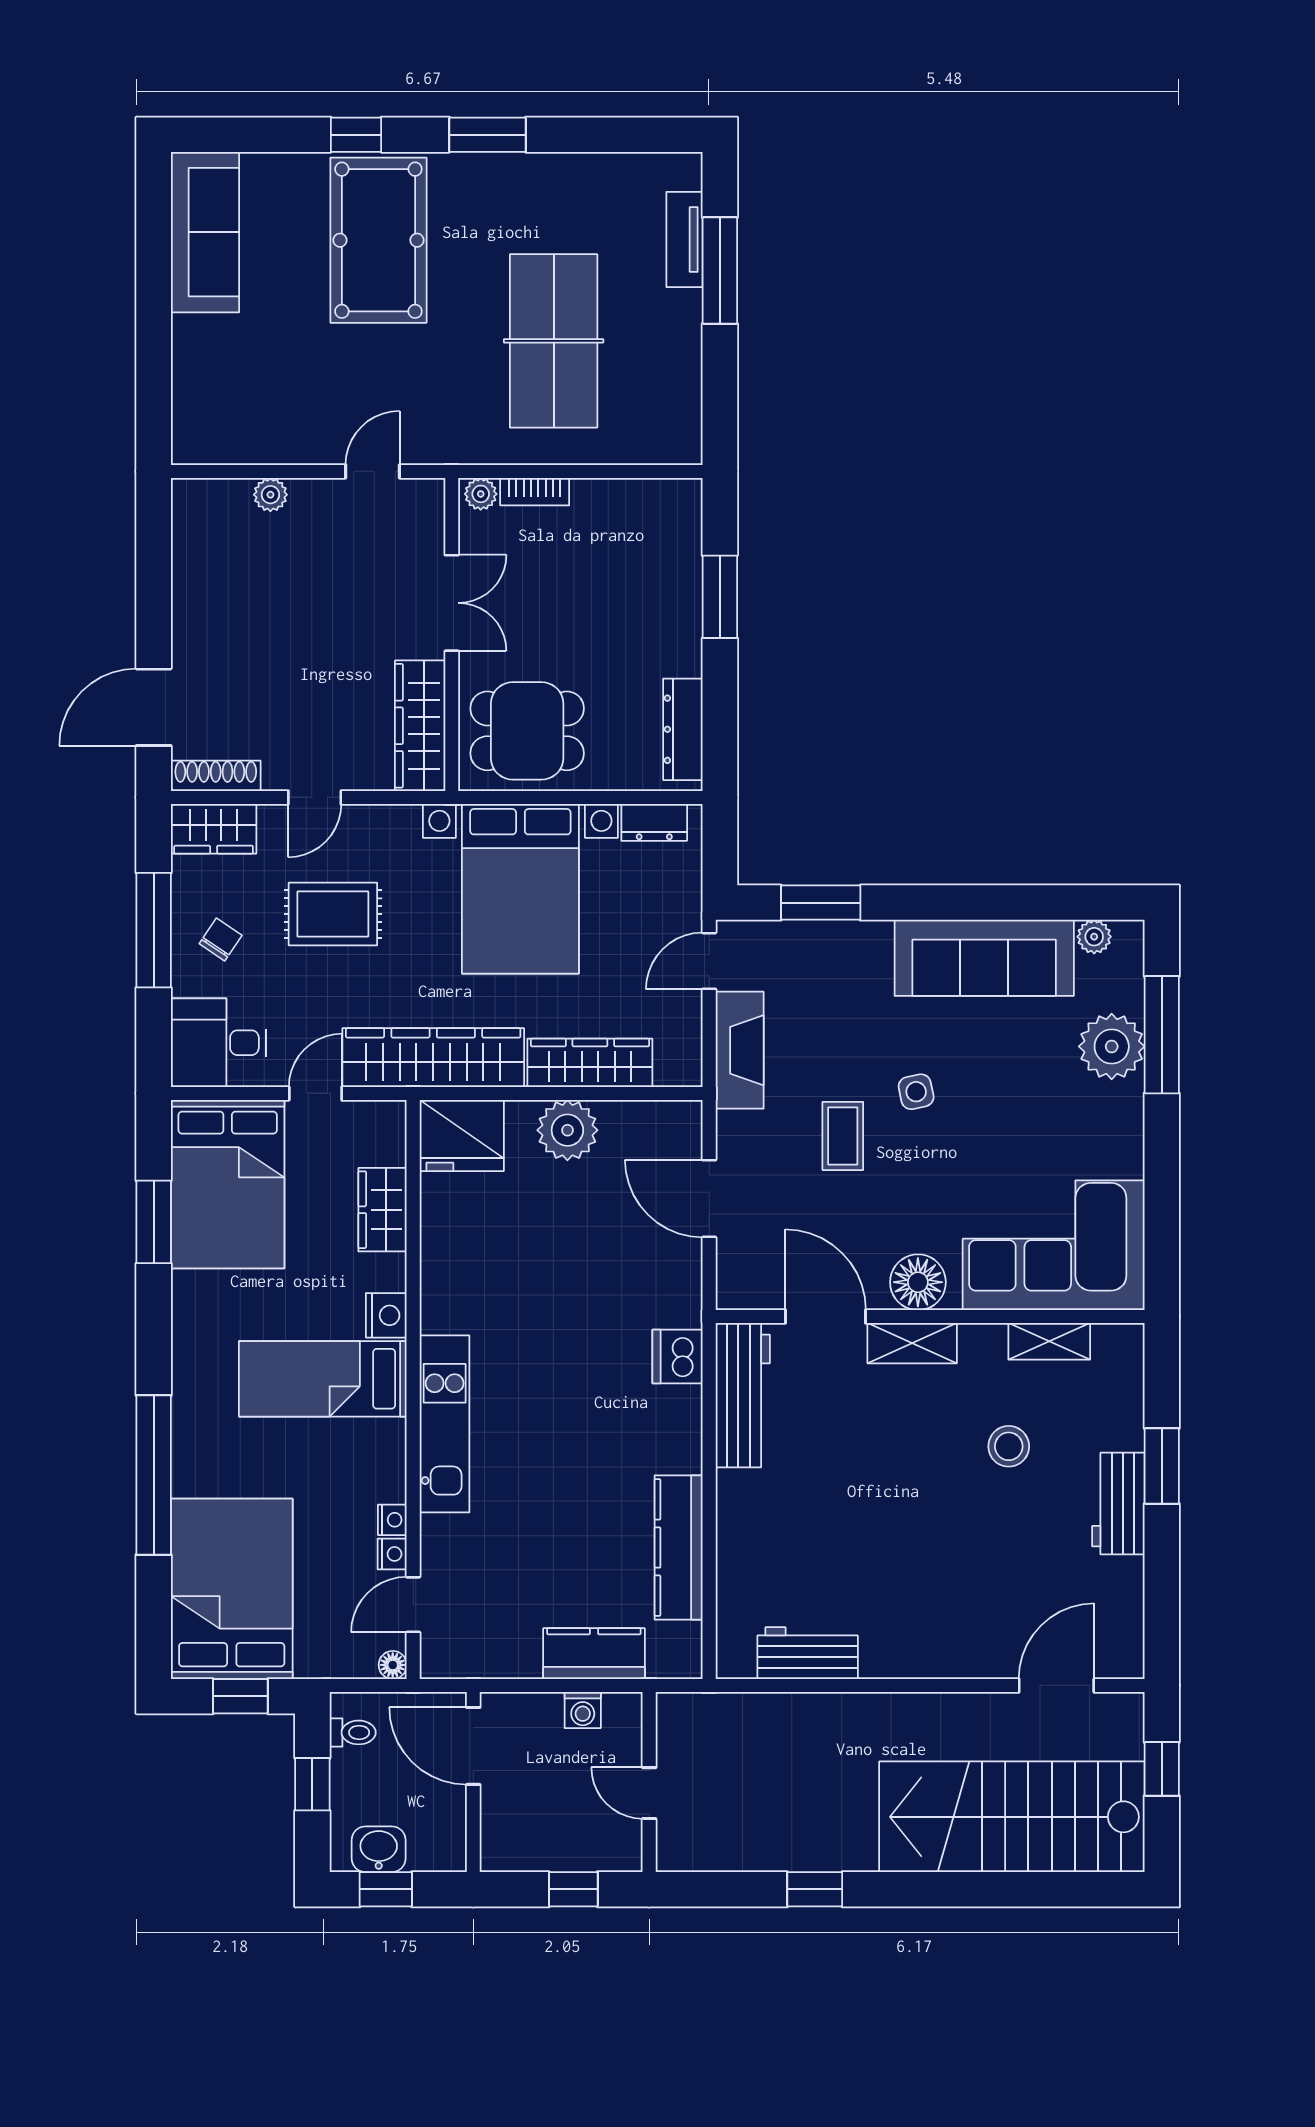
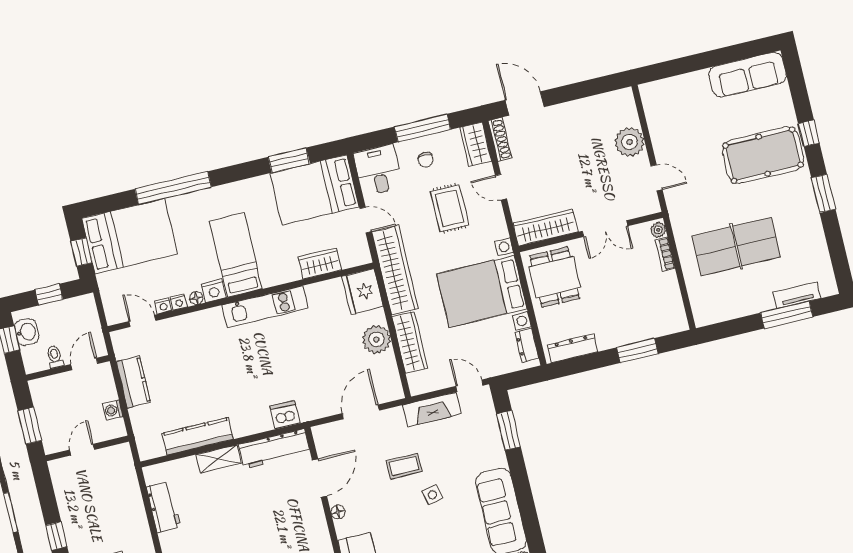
plant: (270, 495) -> (630, 142), width x1.88, depth x1.88
chair: (221, 940) -> (426, 160), turned 56
floor lamp: (918, 1282) -> (338, 512), width x0.53, depth x0.53
nightstand: (386, 1315) -> (214, 291), moved
shelving: (912, 1343) -> (219, 459), moved, turned 90
kitchen unit: (445, 1424) -> (265, 307), moved
kitchen counter: (594, 1654) -> (133, 382), moved
floor lamp: (393, 1665) -> (196, 298), moved
toilet: (353, 1732) -> (55, 357), moved, turned 180
door: (473, 1746) -> (84, 364), width x0.73
window: (573, 1889) -> (30, 426), width x1.50

